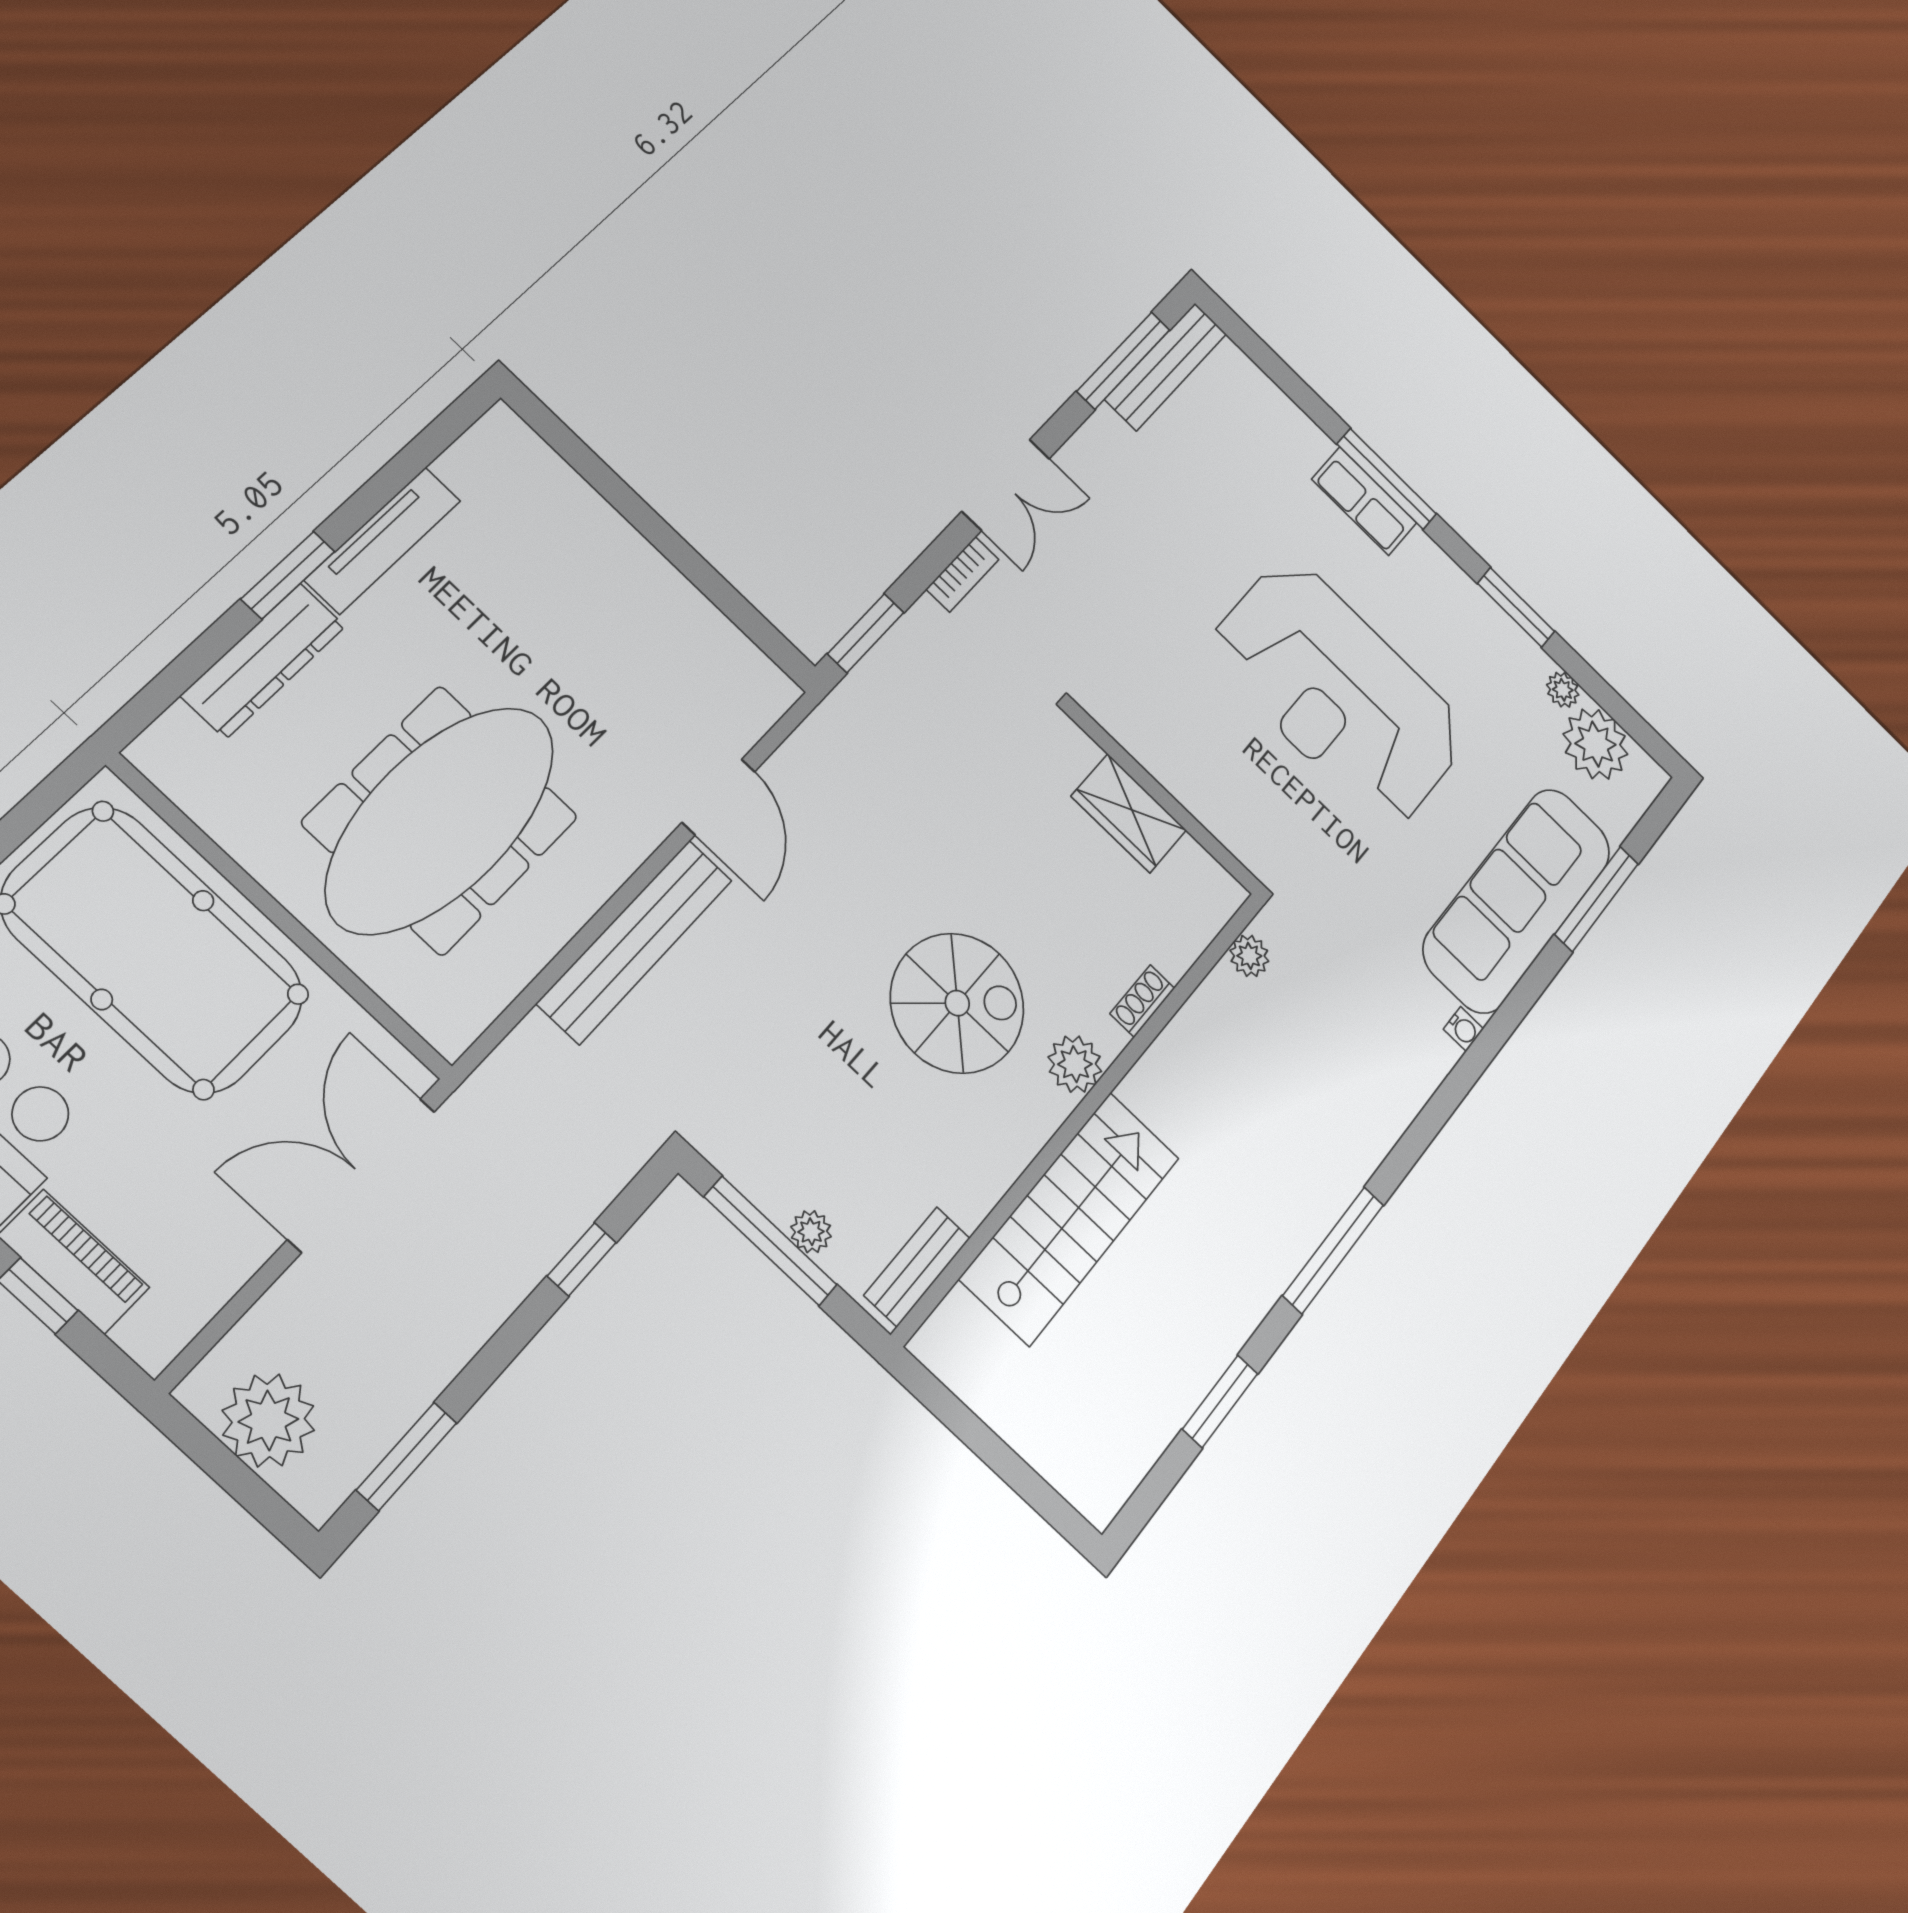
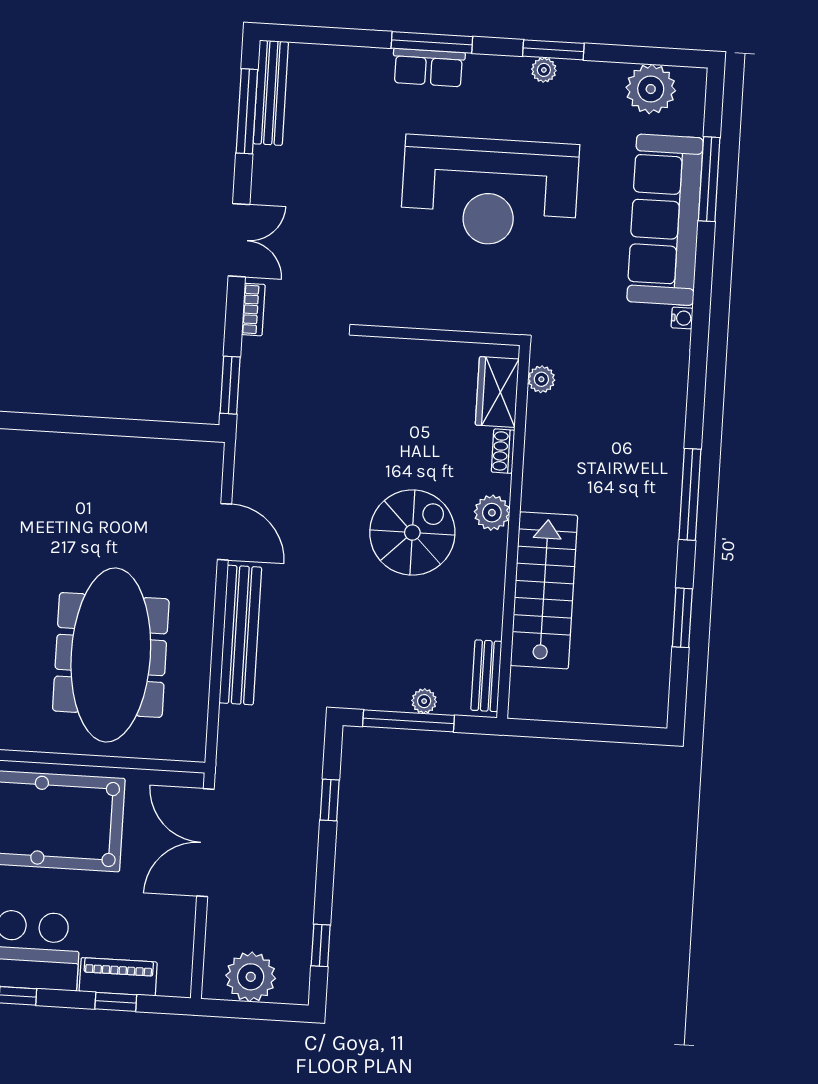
plant: (1563, 690) -> (544, 70), moved
wardrobe: (1129, 813) -> (497, 392), moved, turned 90
window: (407, 1456) -> (321, 945), width x0.67

